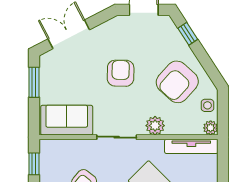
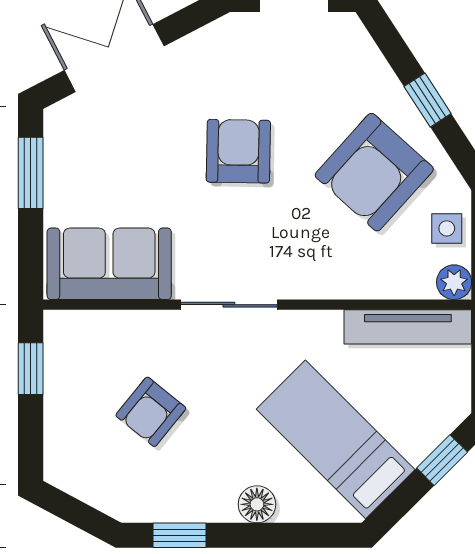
window: (188, 34) -> (428, 100), moved
plant: (155, 126) -> (321, 277), removed

